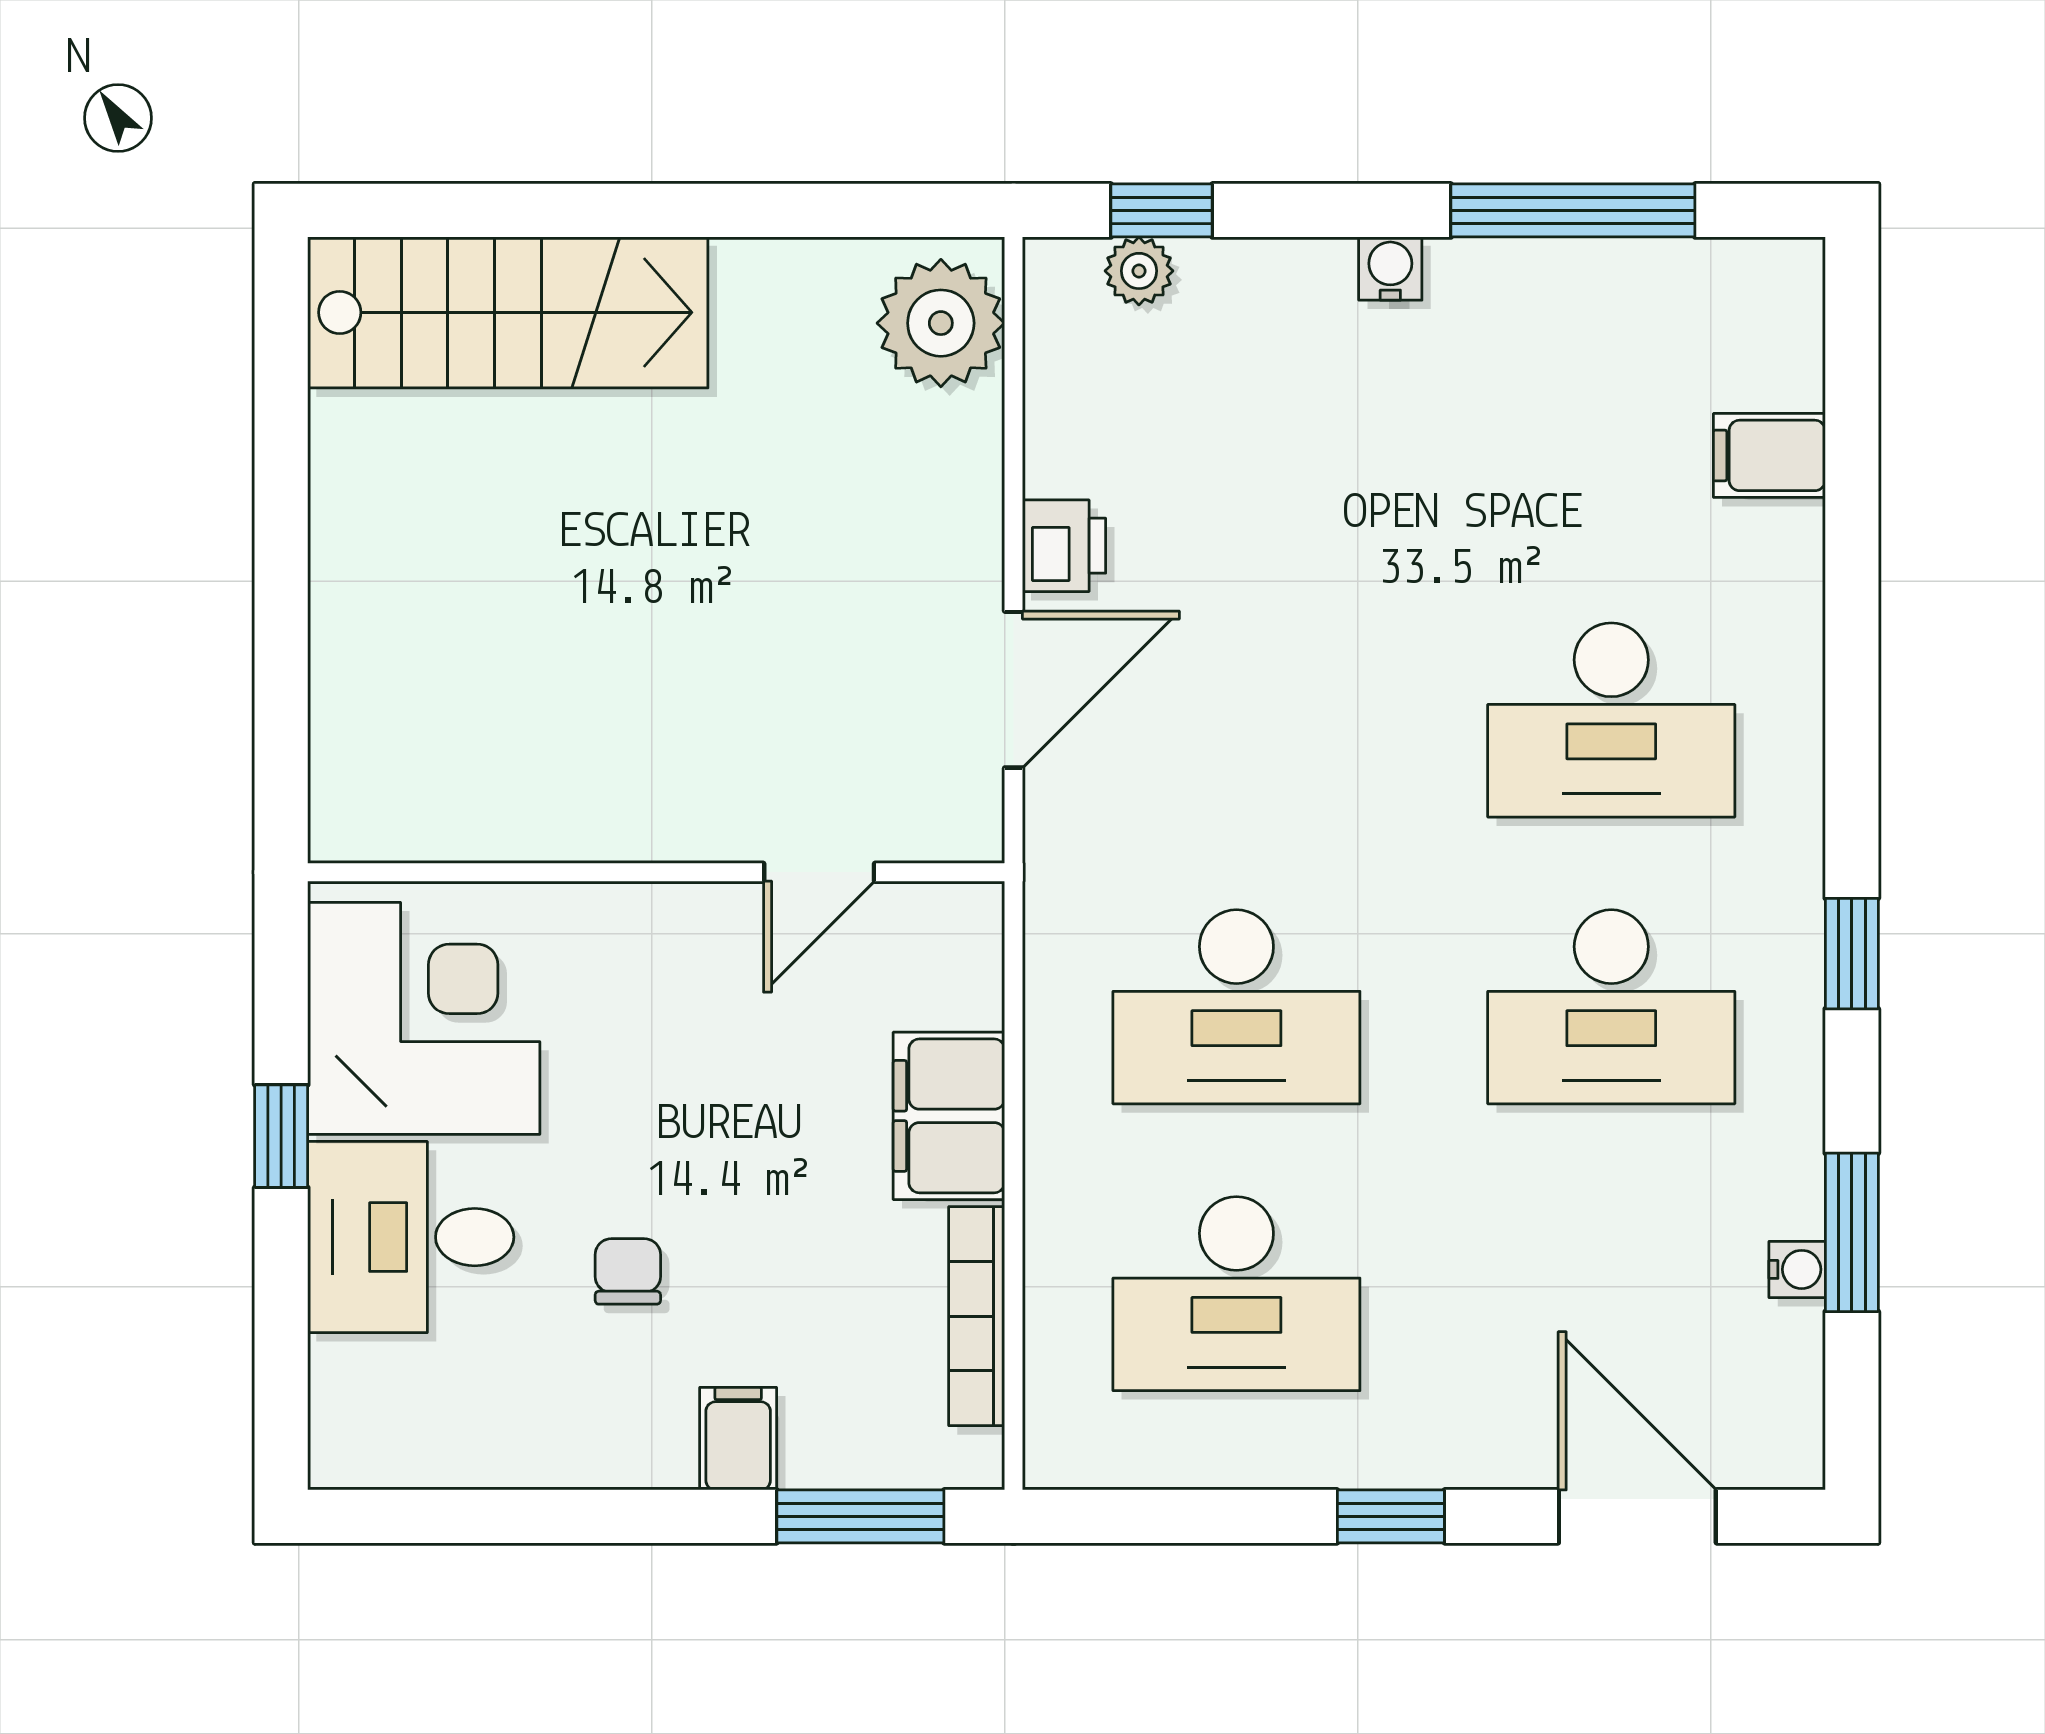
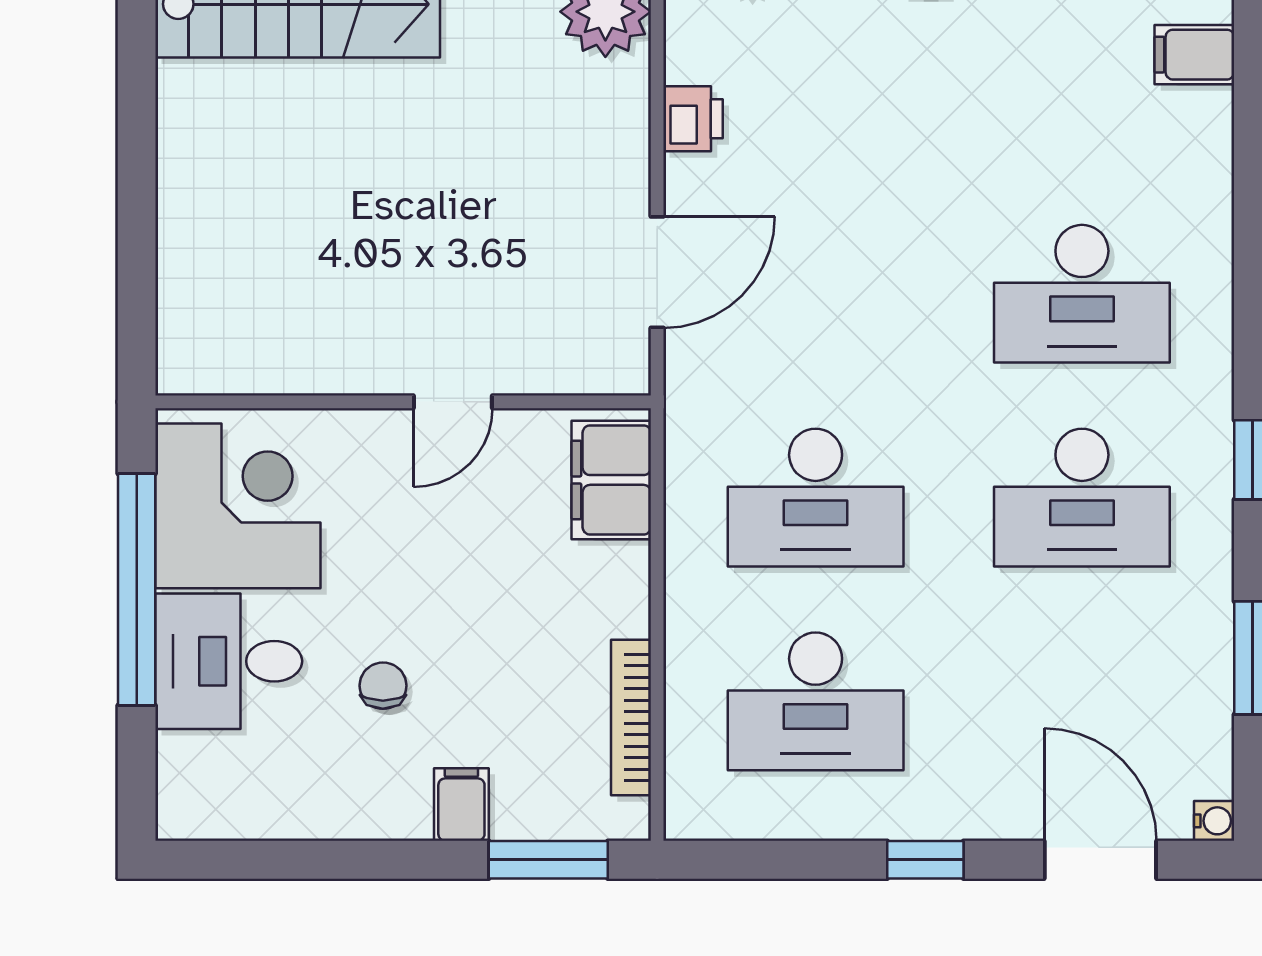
filing cabinet: (1769, 455) -> (1194, 55), moved
printer: (1064, 546) -> (693, 119), moved
door: (819, 872) -> (453, 402), moved
filing cabinet: (949, 1116) -> (611, 480), moved
window: (281, 1136) -> (137, 589), width x3.17
water cooler: (1797, 1269) -> (1214, 821), moved

